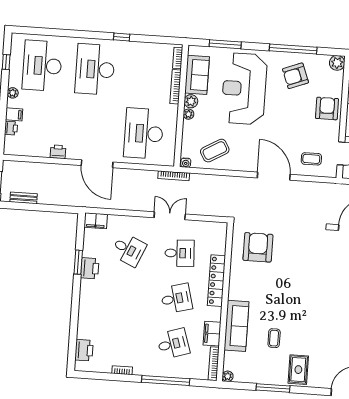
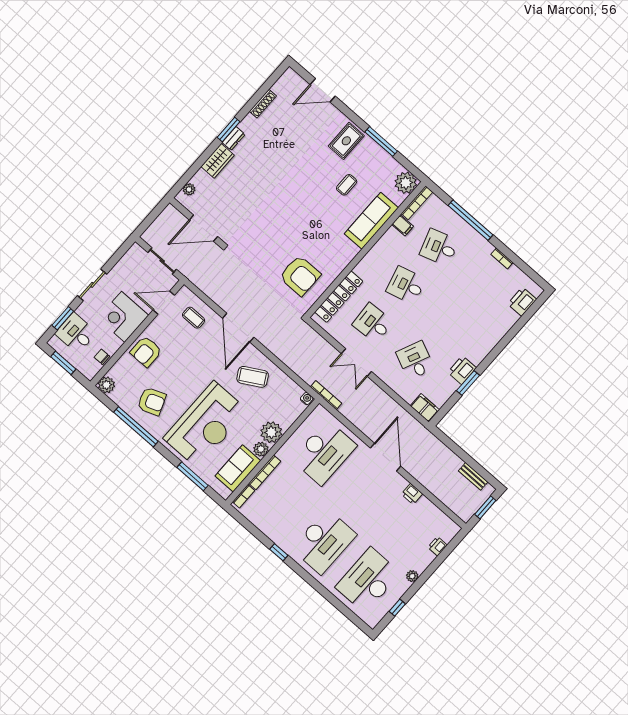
desk: (42, 66) -> (368, 580), turned 180
filing cabinet: (14, 114) -> (425, 556), removed
plant: (188, 114) -> (271, 432), width x1.88, depth x1.88
coffee table: (215, 151) -> (253, 377), moved
armchair: (258, 247) -> (300, 276), turned -90
locker: (217, 281) -> (339, 297), moved
filing cabinet: (212, 334) -> (403, 225), width x0.50
plant: (228, 376) -> (406, 183), width x1.87, depth x1.87

